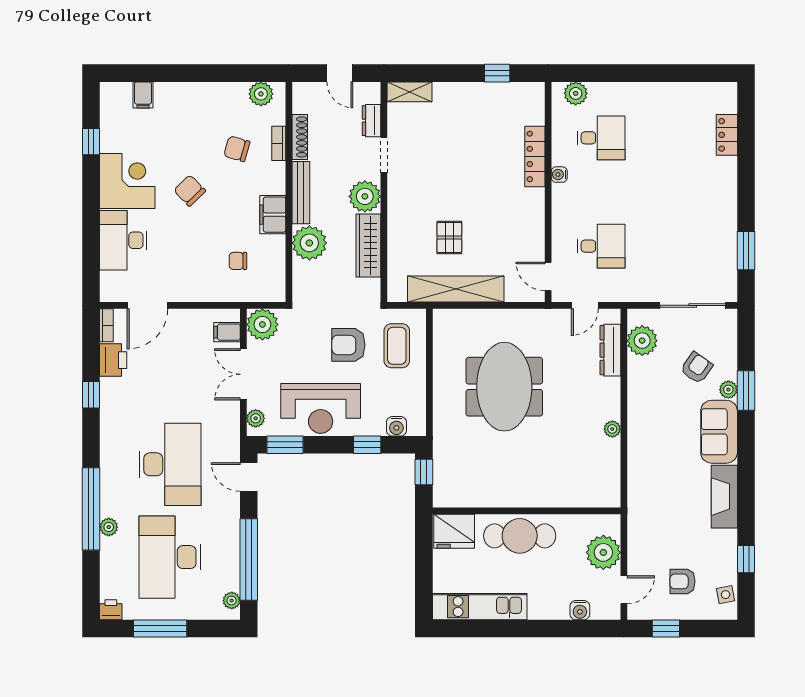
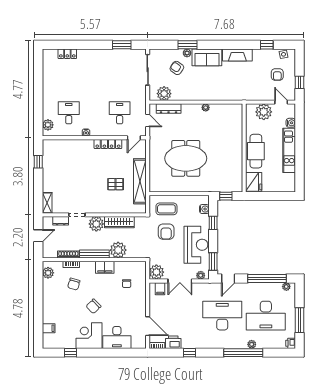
locker: (535, 156) -> (108, 144), moved
kitchen unit: (480, 607) -> (289, 150), moved

